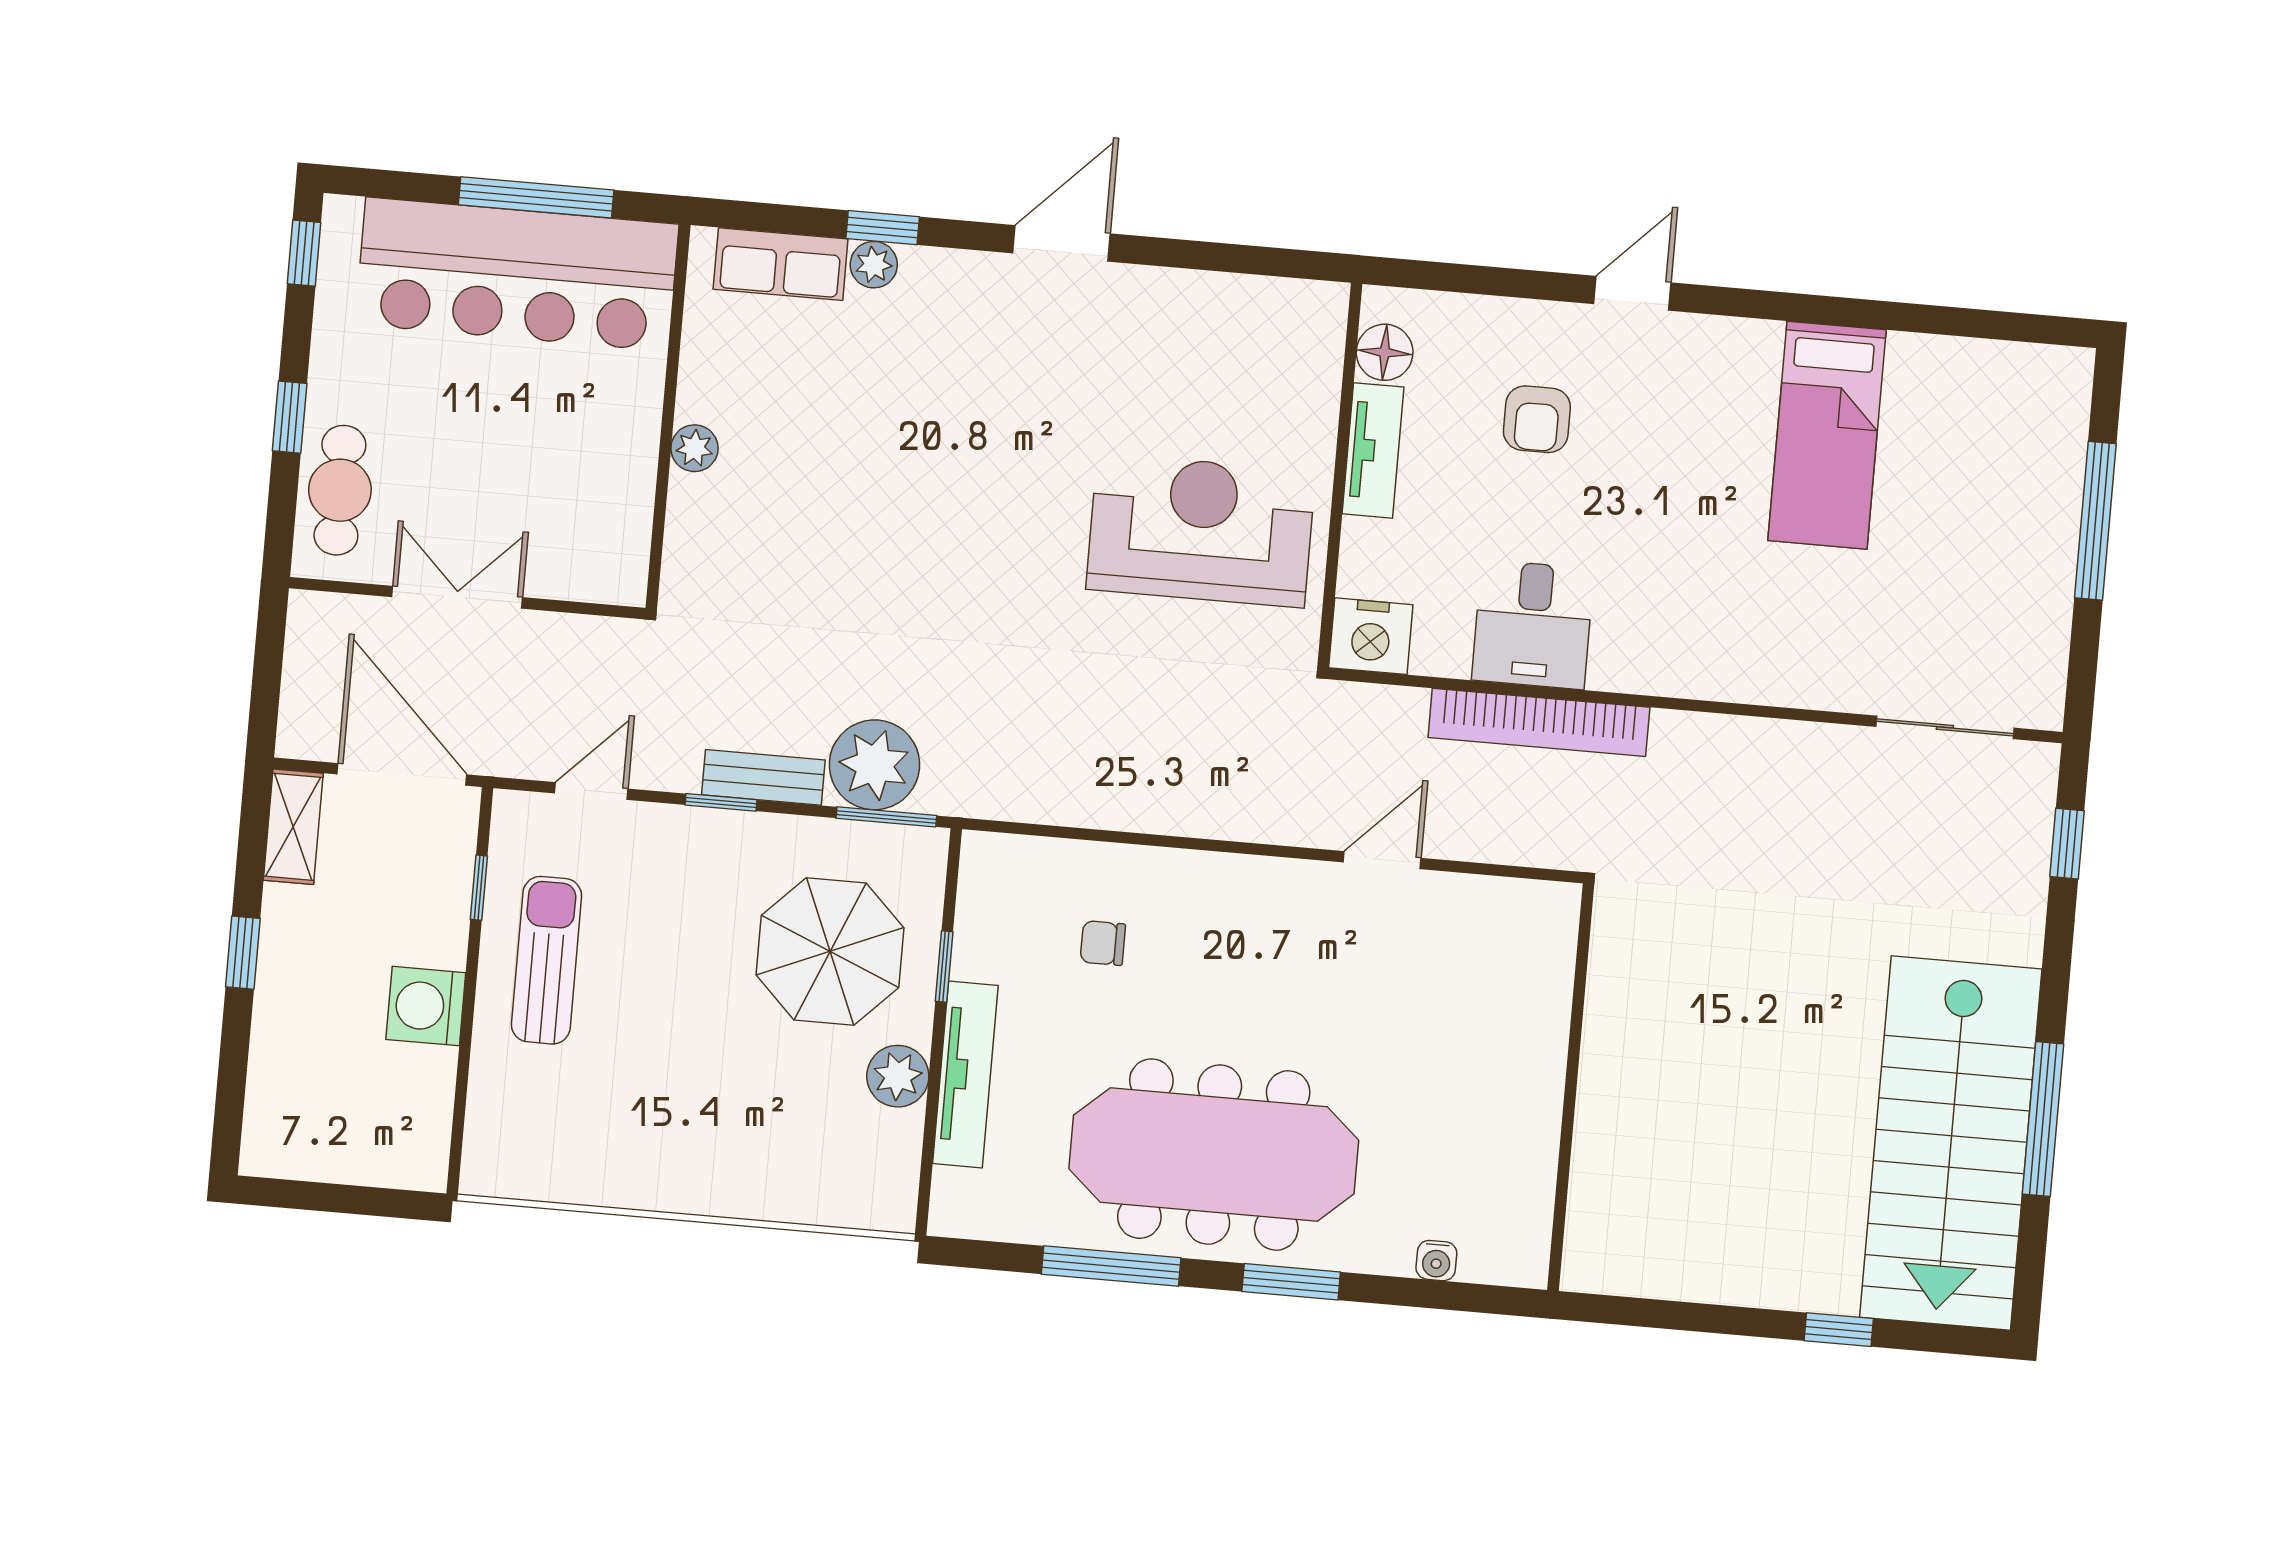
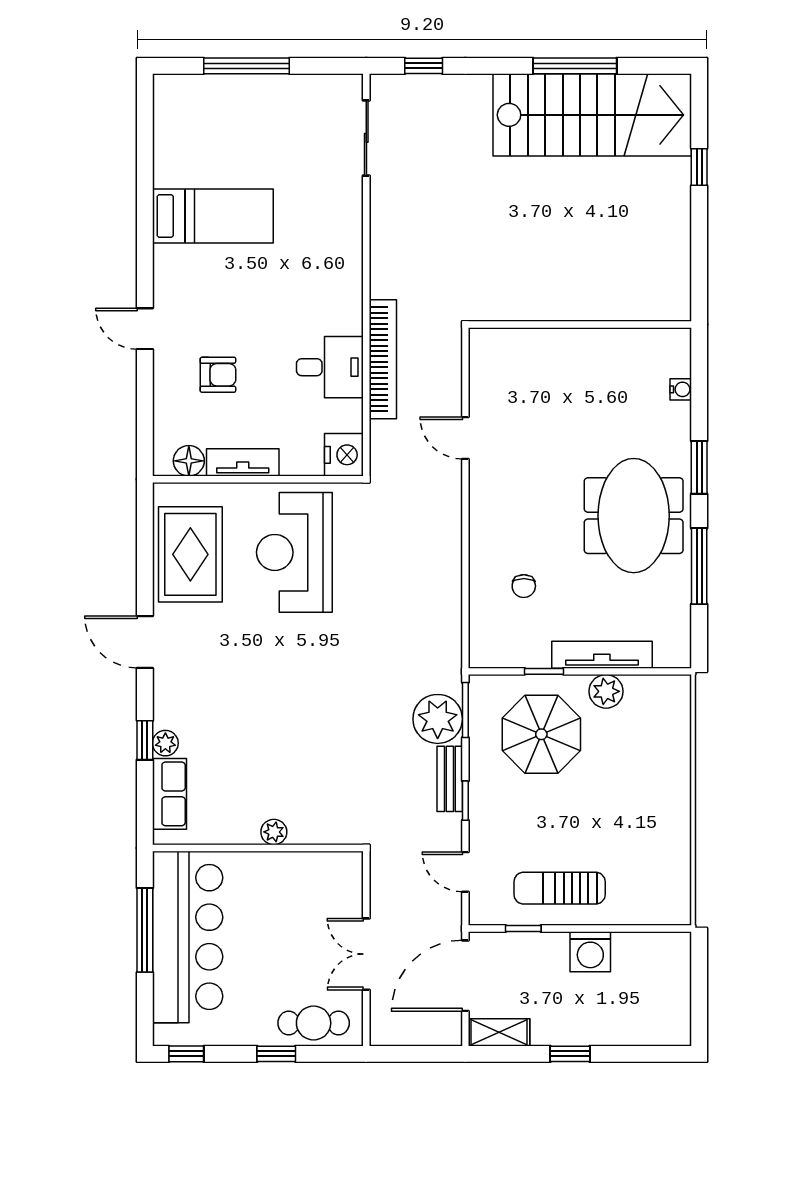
rug: (1214, 340) -> (190, 554), added
meeting table: (1214, 1155) -> (634, 516), width x0.73

